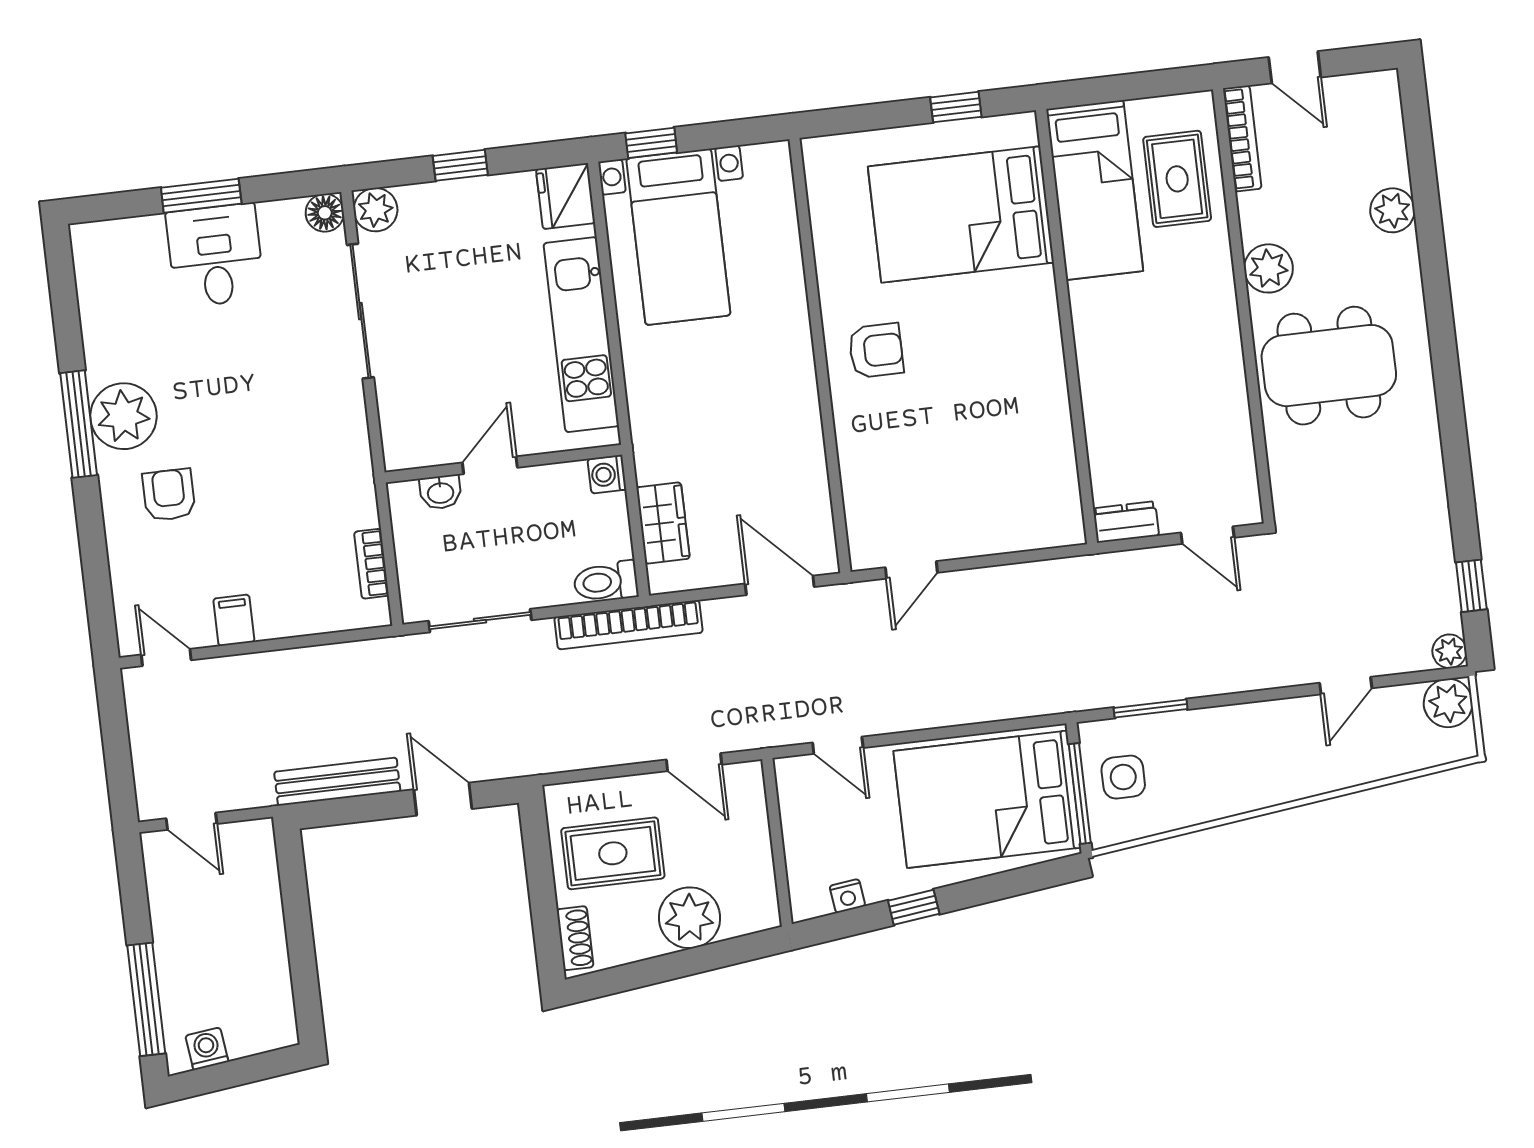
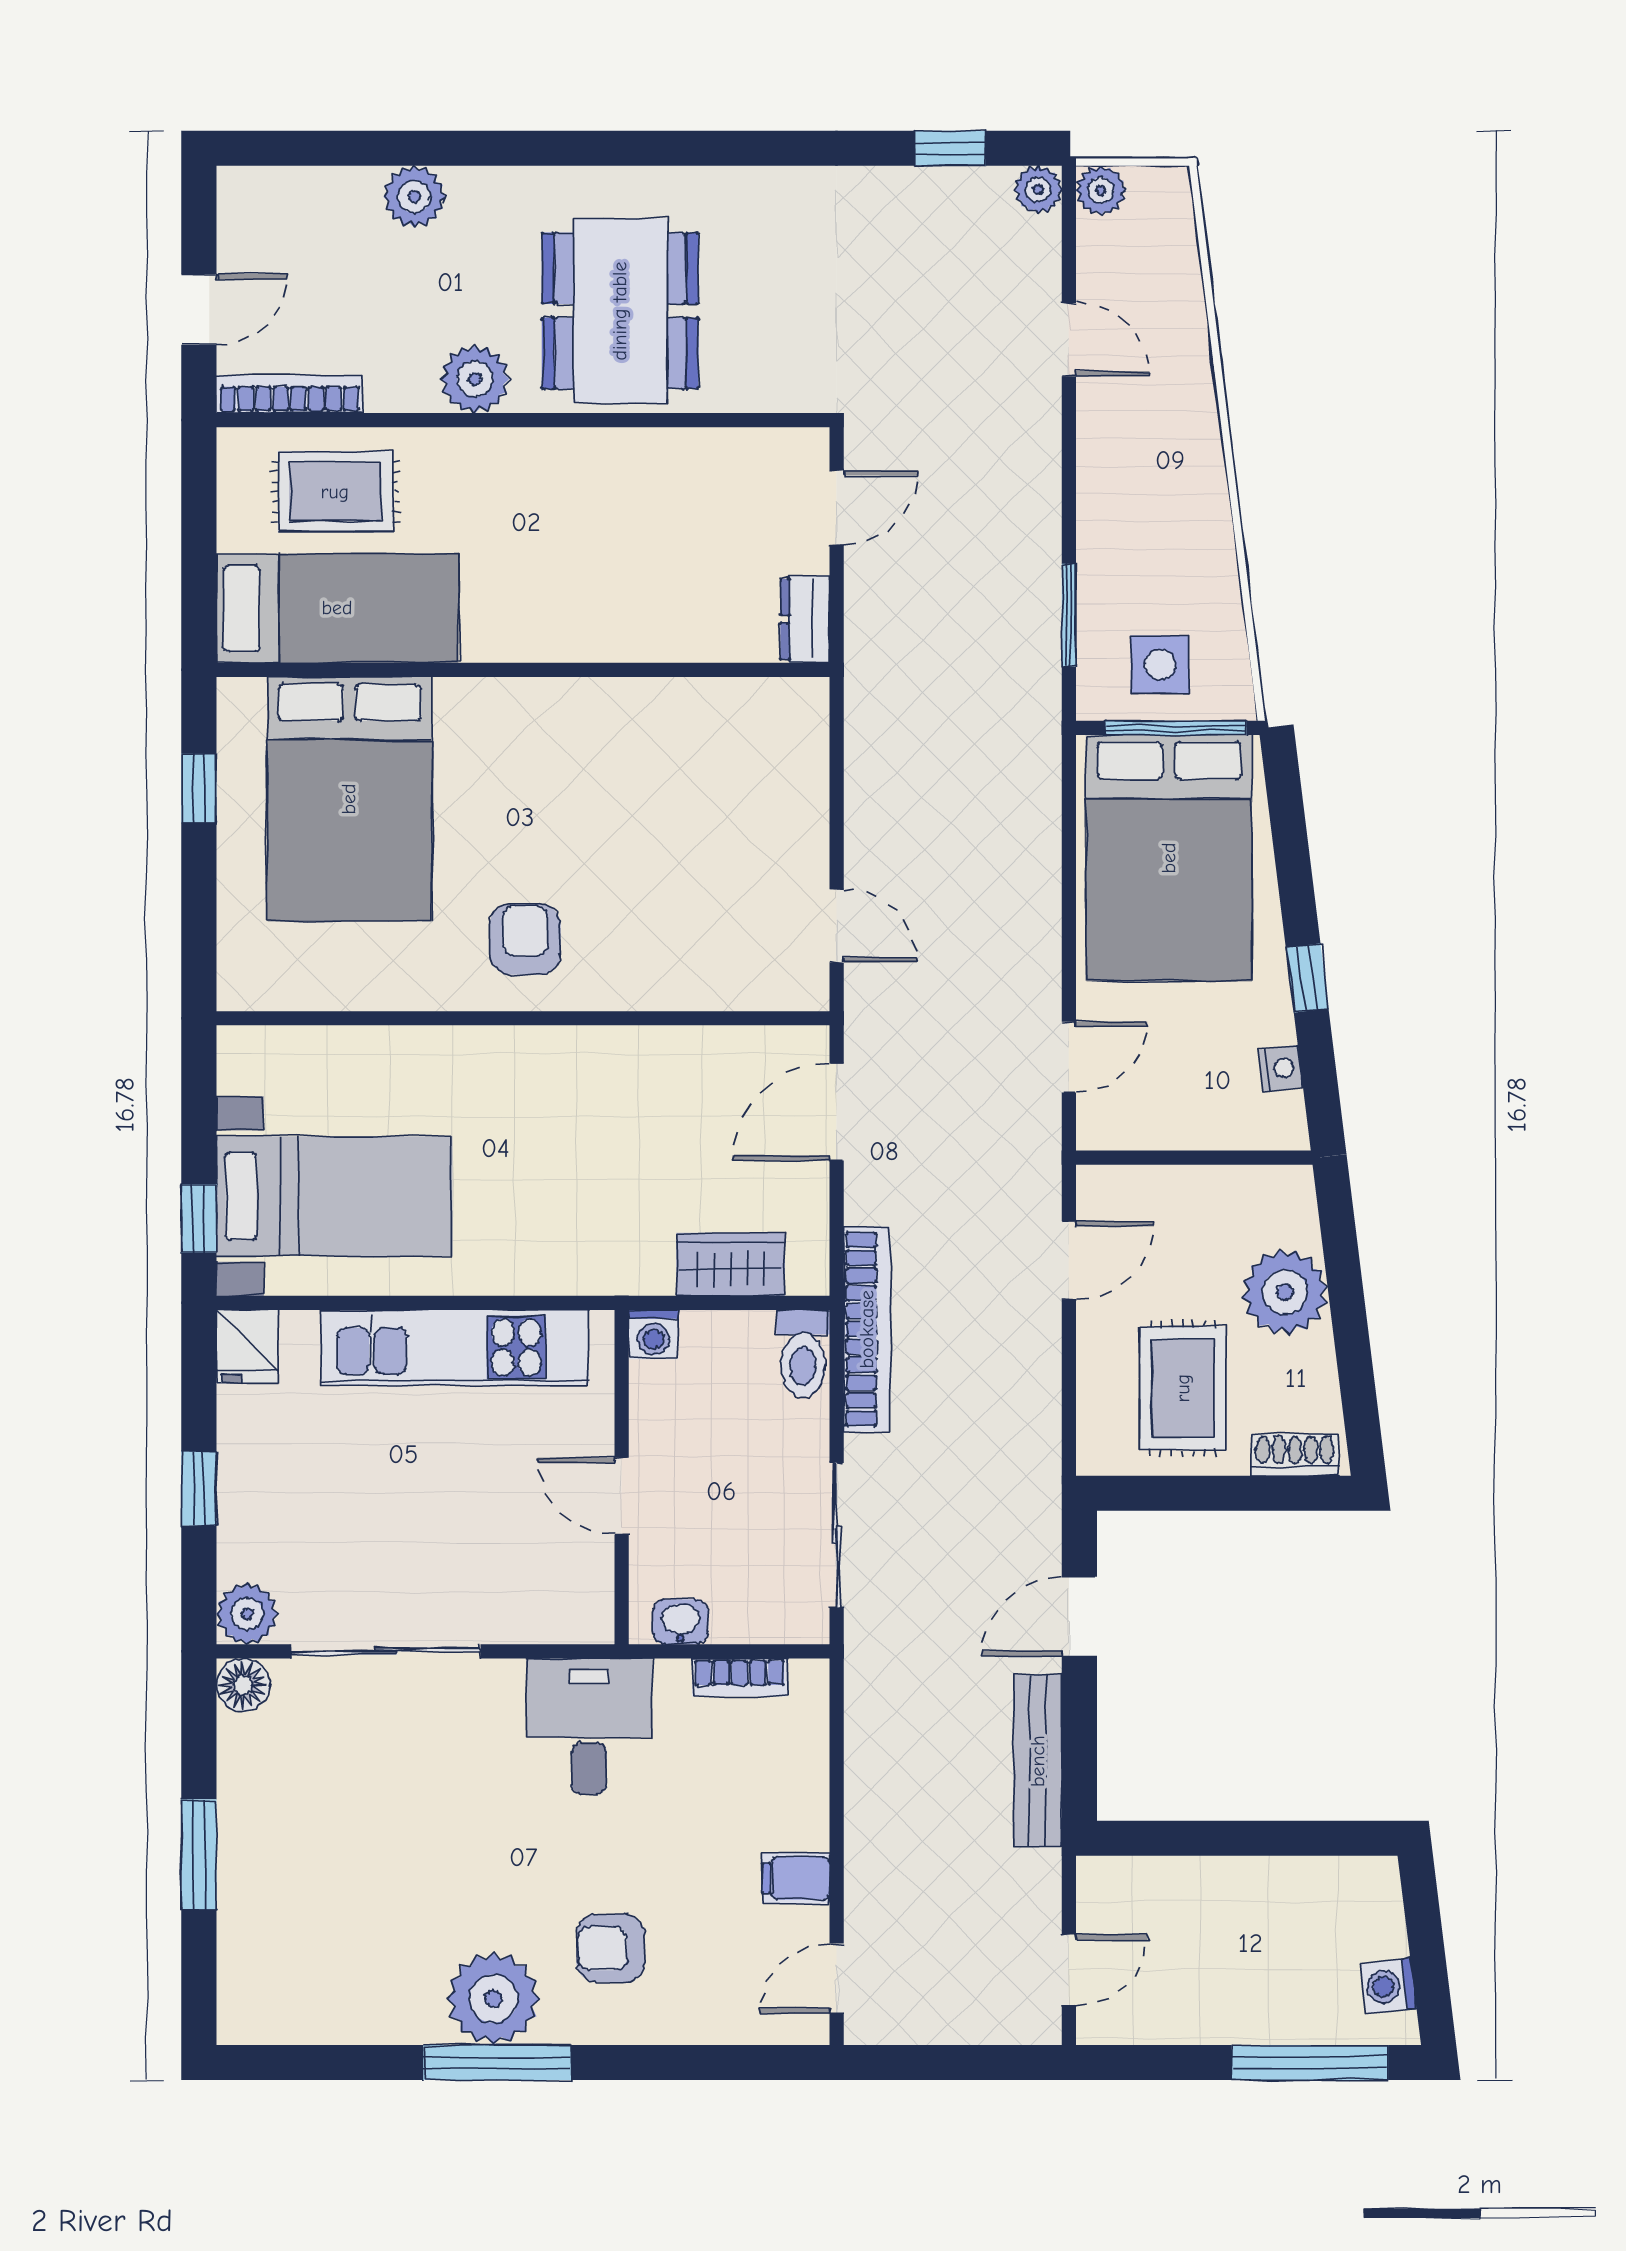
fridge: (566, 196) -> (247, 1347), width x0.72
desk: (215, 255) -> (589, 1726), moved, turned 90
washbasin: (440, 492) -> (680, 1622), moved, turned -90
plant: (1448, 703) -> (1101, 190), width x0.73, depth x0.73

